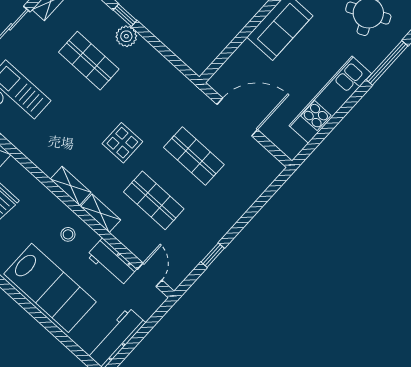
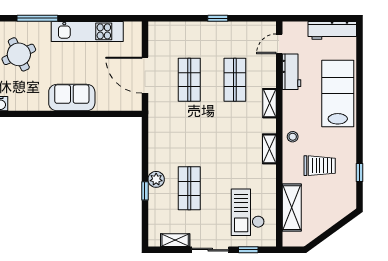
display table: (122, 143) -> (218, 127), removed
shelving: (71, 186) -> (269, 149), moved
stool: (68, 234) -> (293, 137), moved
window: (213, 255) -> (218, 18), moved

